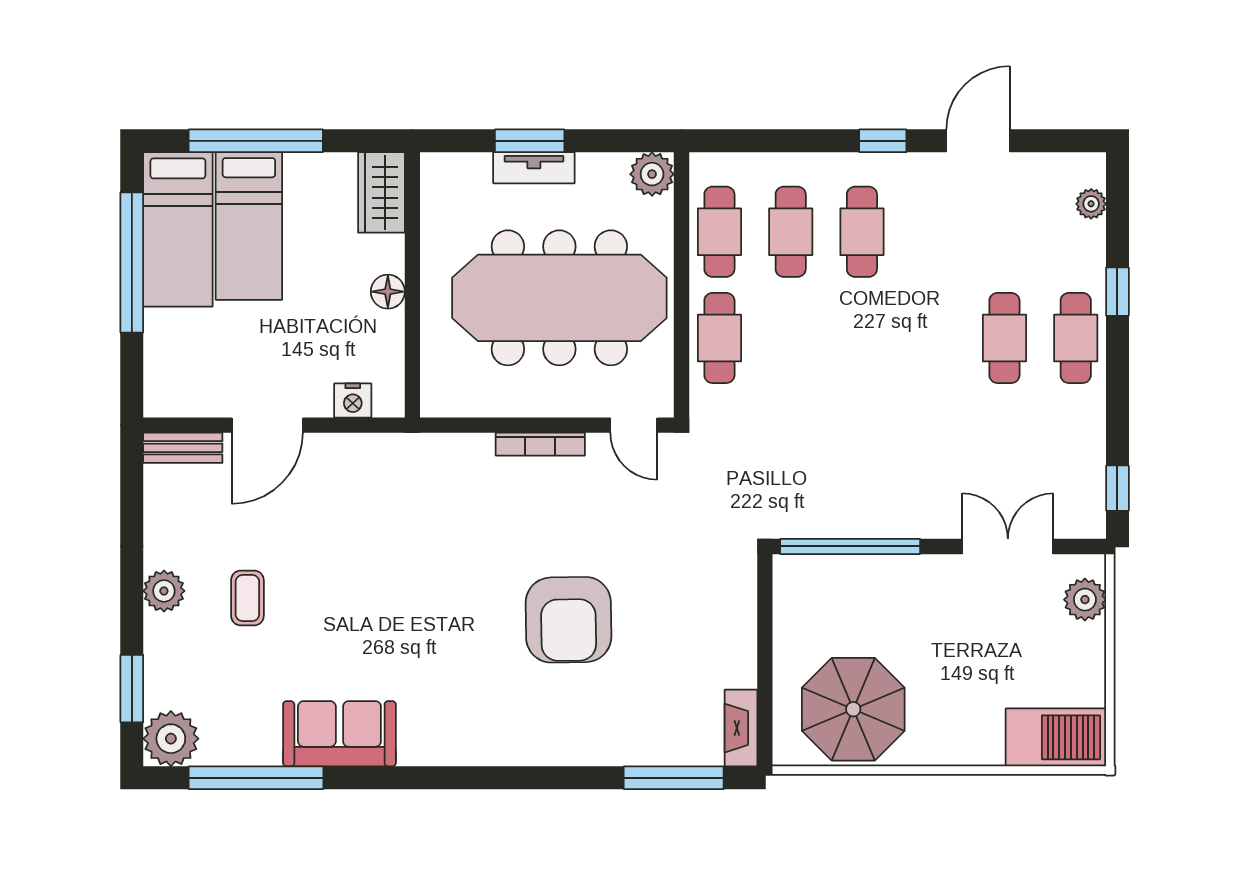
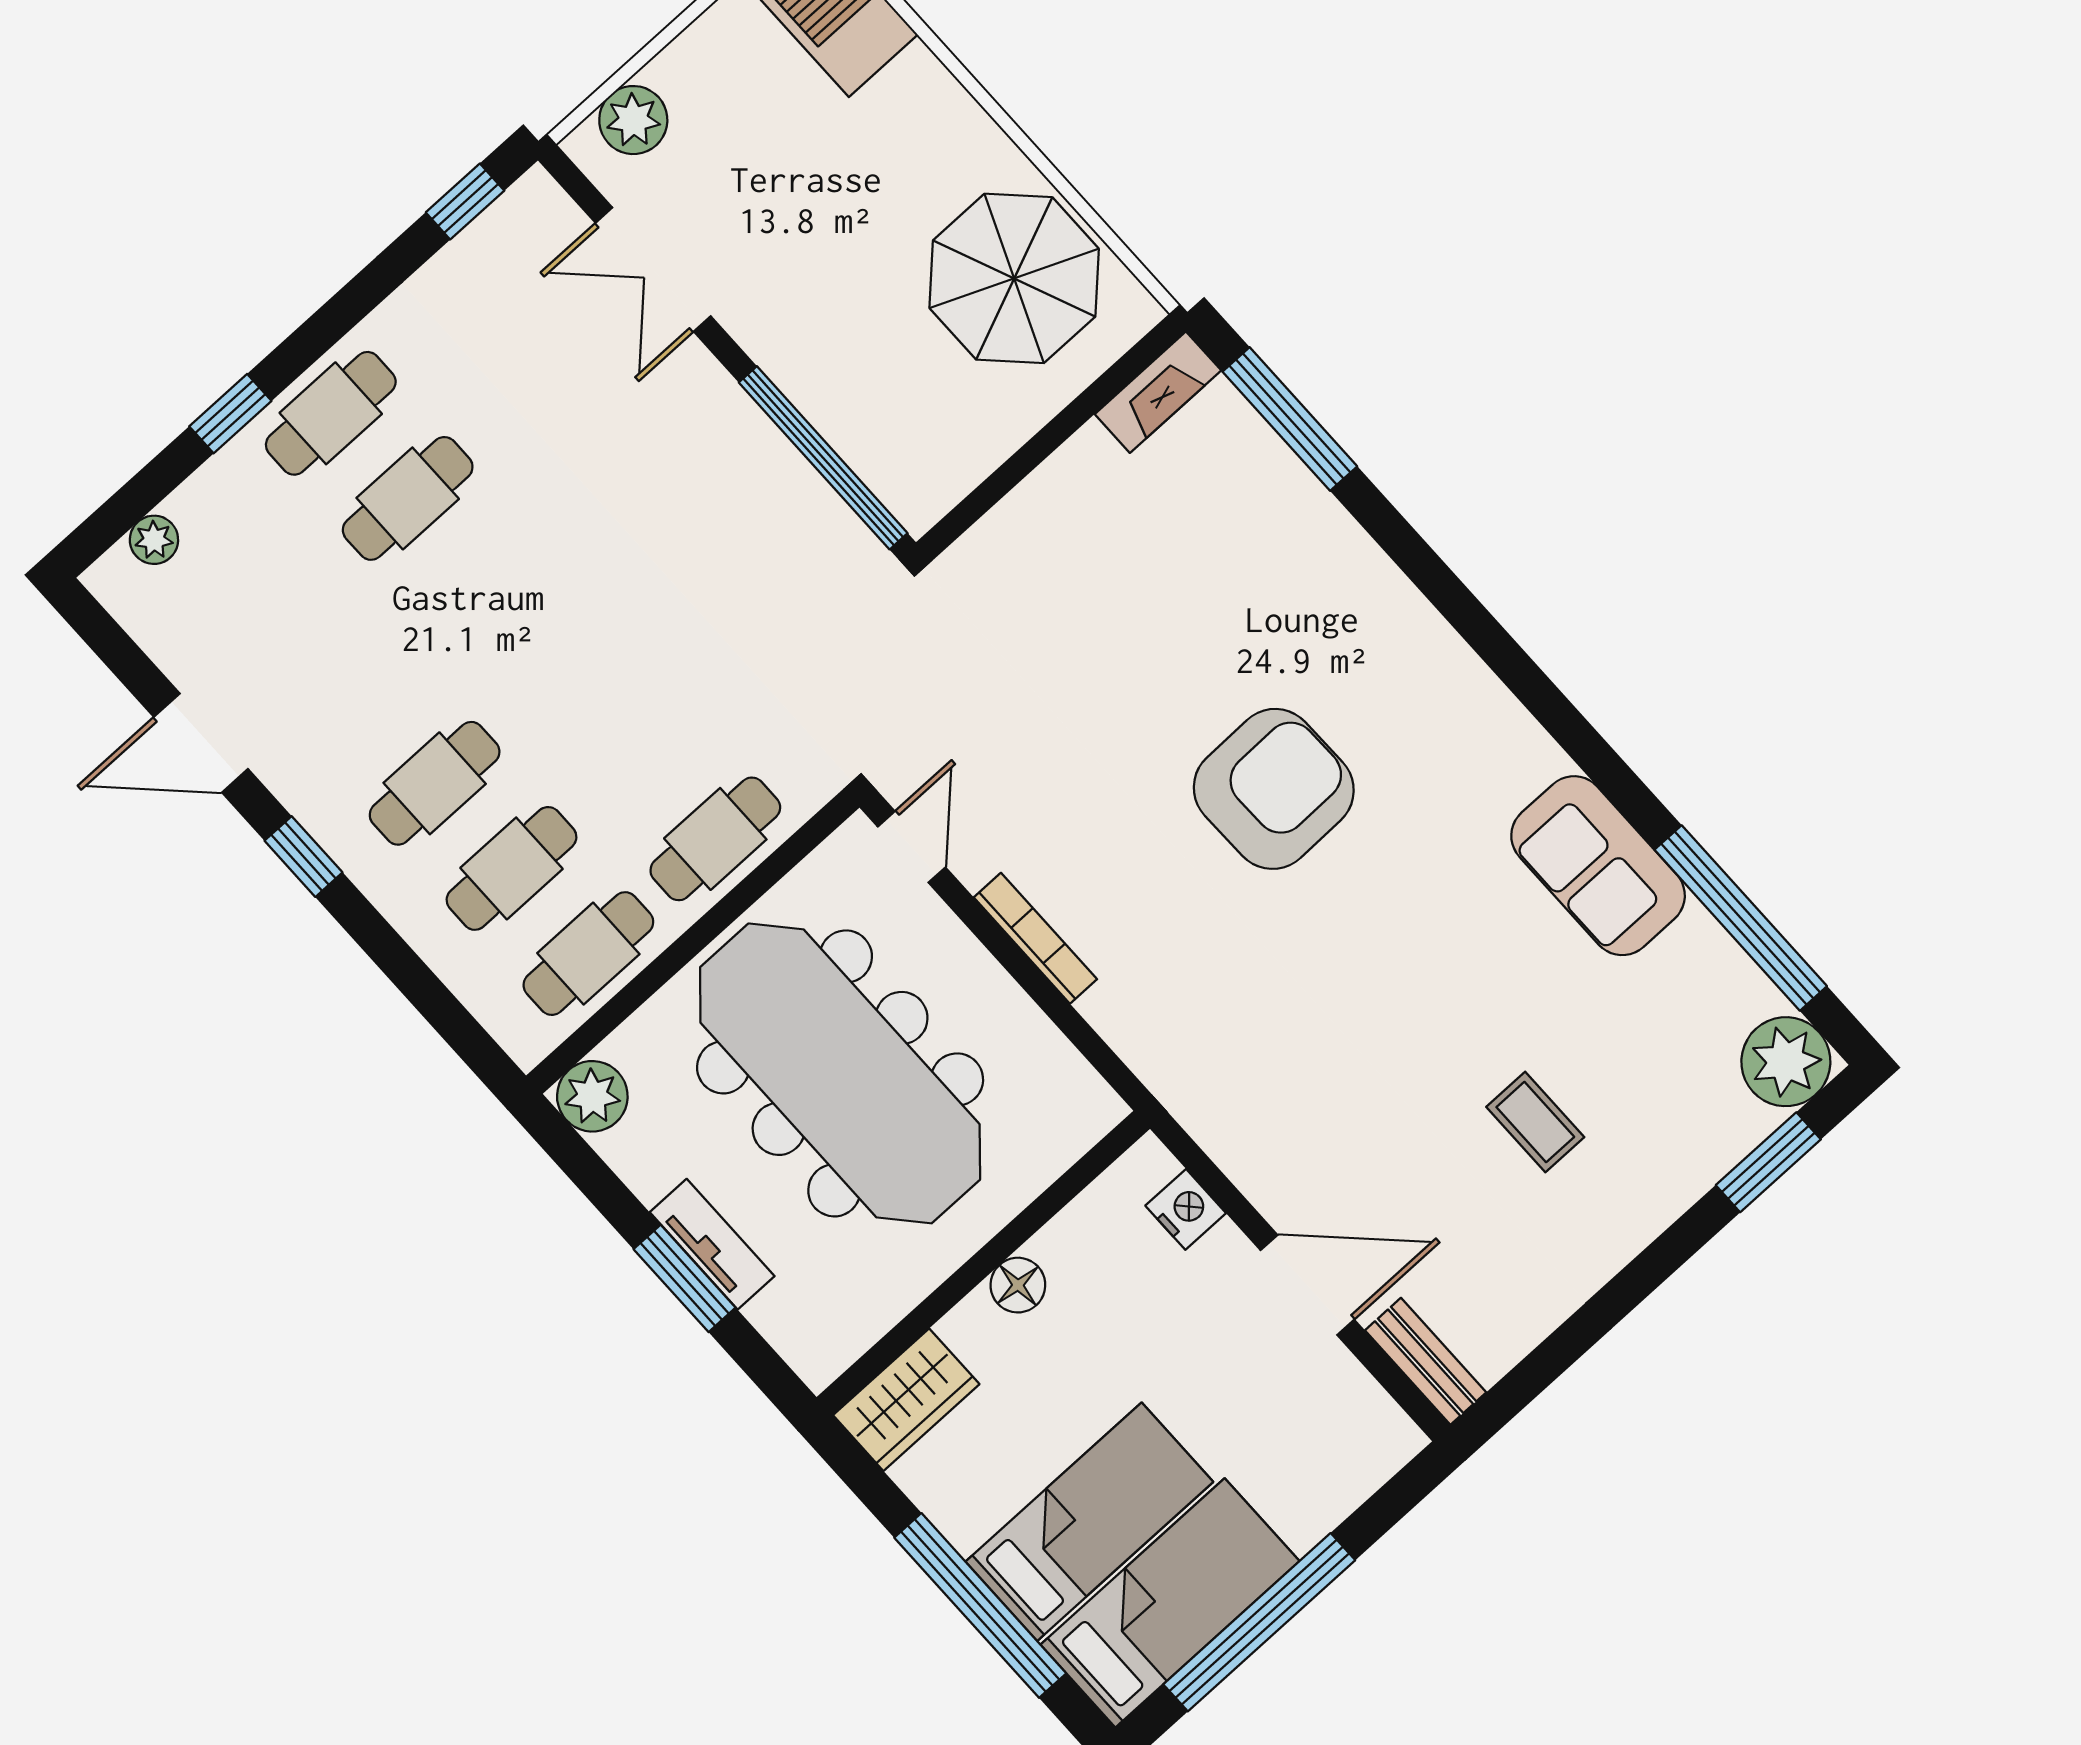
plant: (164, 591) -> (1617, 1229), removed
coffee table: (247, 598) -> (1535, 1122), turned 90
armchair: (568, 620) -> (1274, 789), moved

